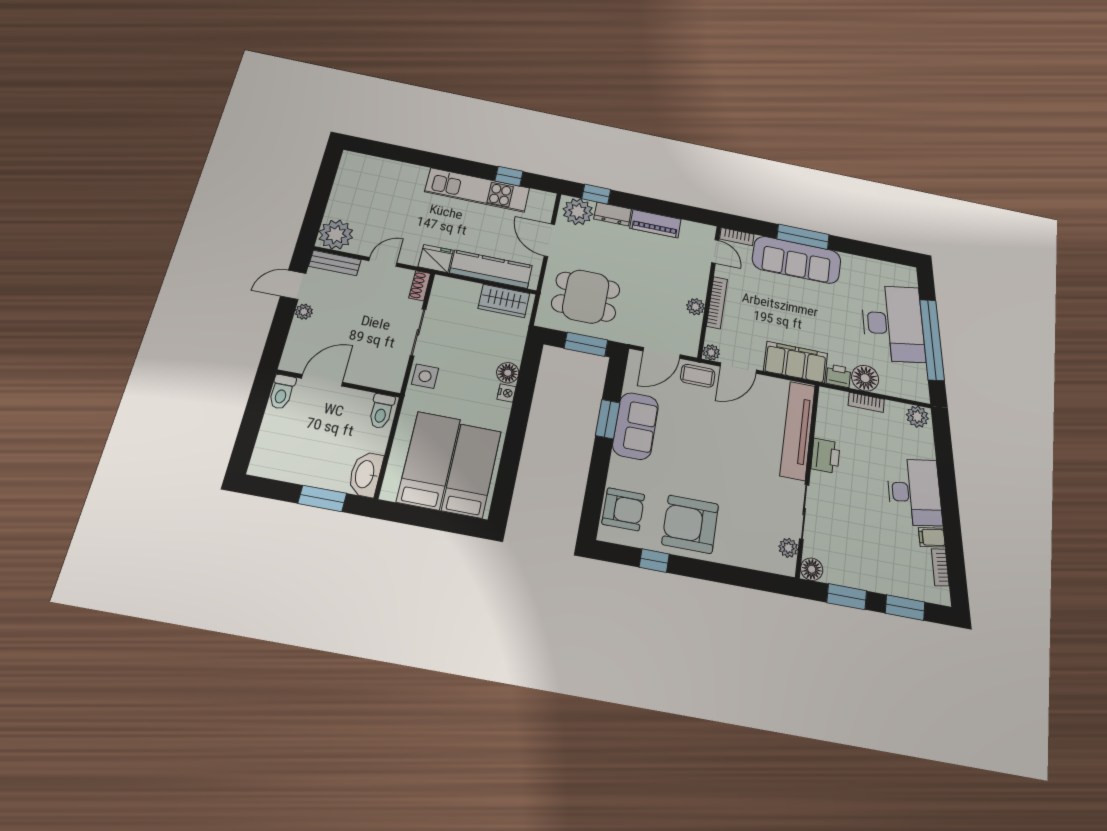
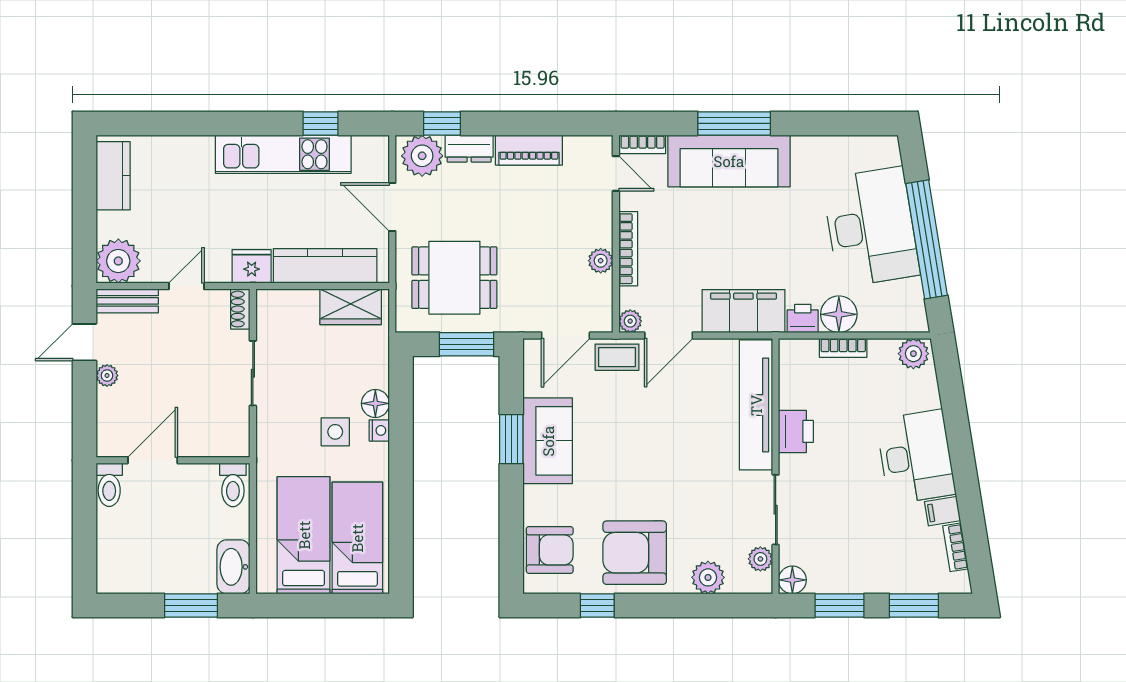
kitchen counter: (348, 178) -> (113, 176), added
side table: (425, 376) -> (335, 432), moved
plant: (745, 555) -> (708, 577), added

